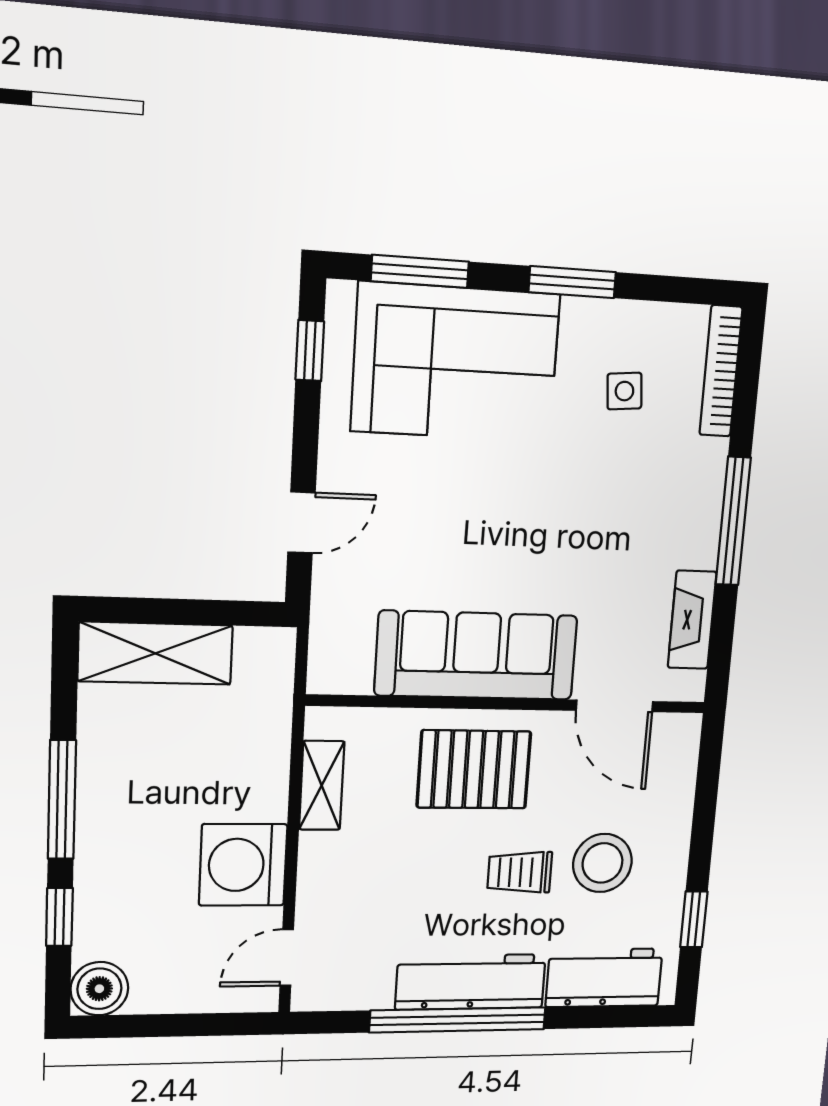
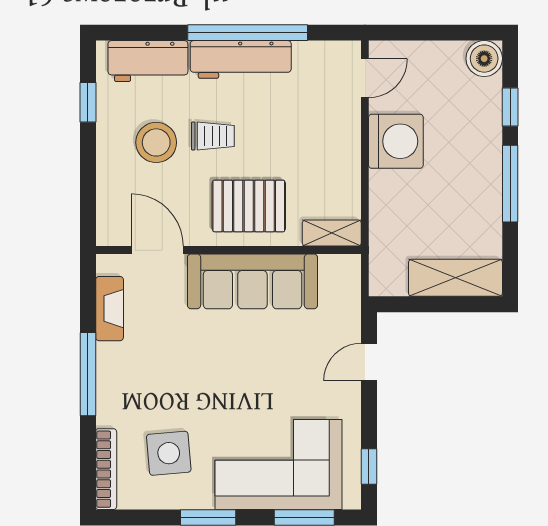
side table: (624, 391) -> (169, 453), width x1.87, depth x1.87
shelving: (322, 785) -> (332, 233), moved, turned 90

